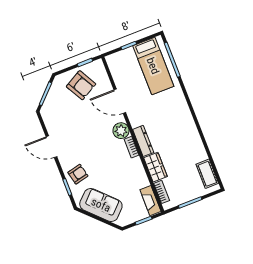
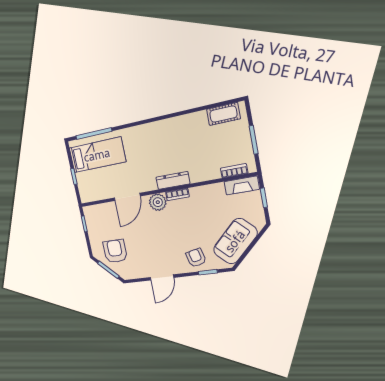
armchair: (81, 85) -> (115, 251), moved, turned -61
wardrobe: (155, 167) -> (204, 172), removed

